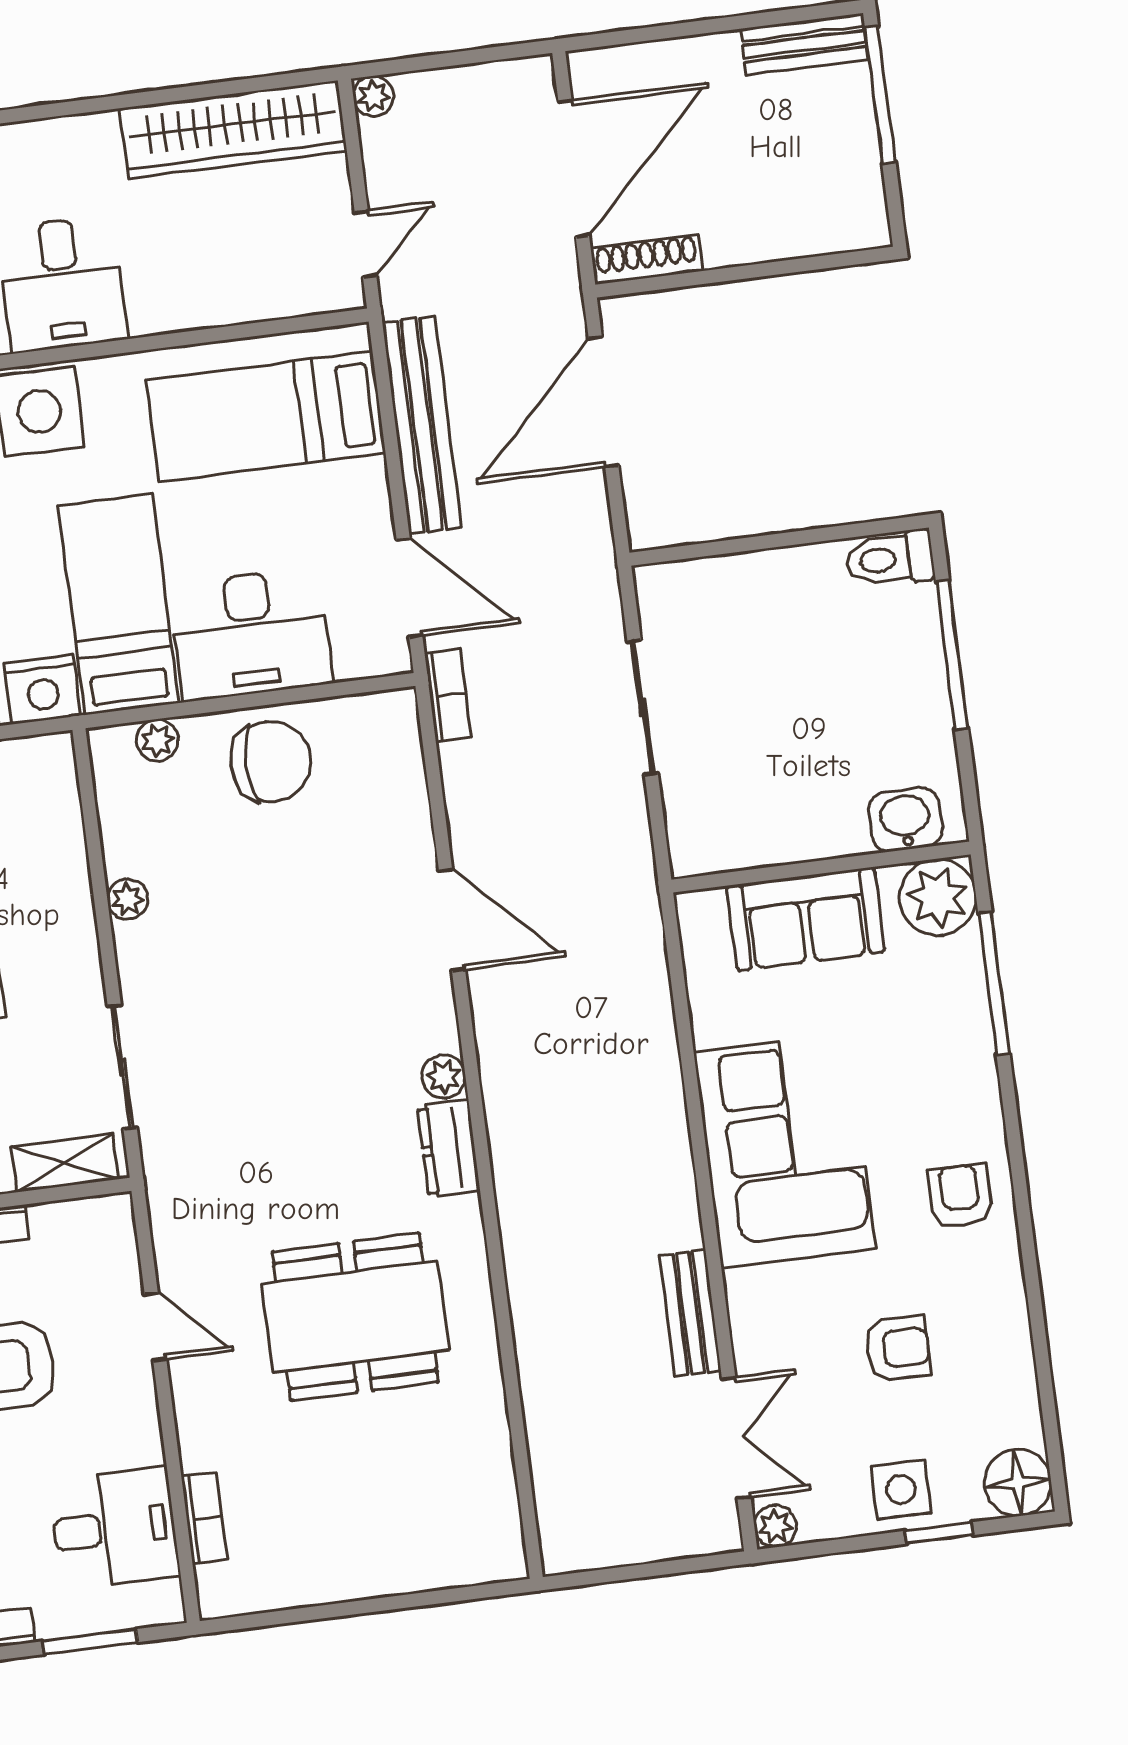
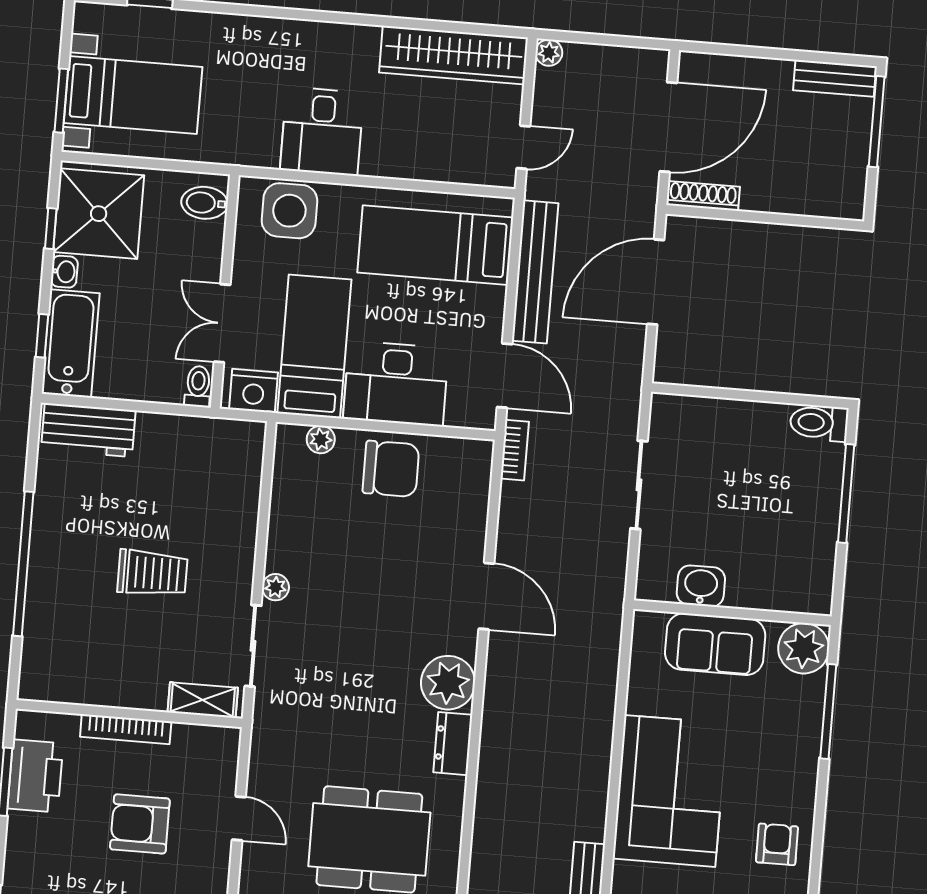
washbasin: (905, 820) -> (701, 586), moved
plant: (128, 899) -> (276, 587), moved
plant: (444, 1077) -> (448, 683), width x1.88, depth x1.88

